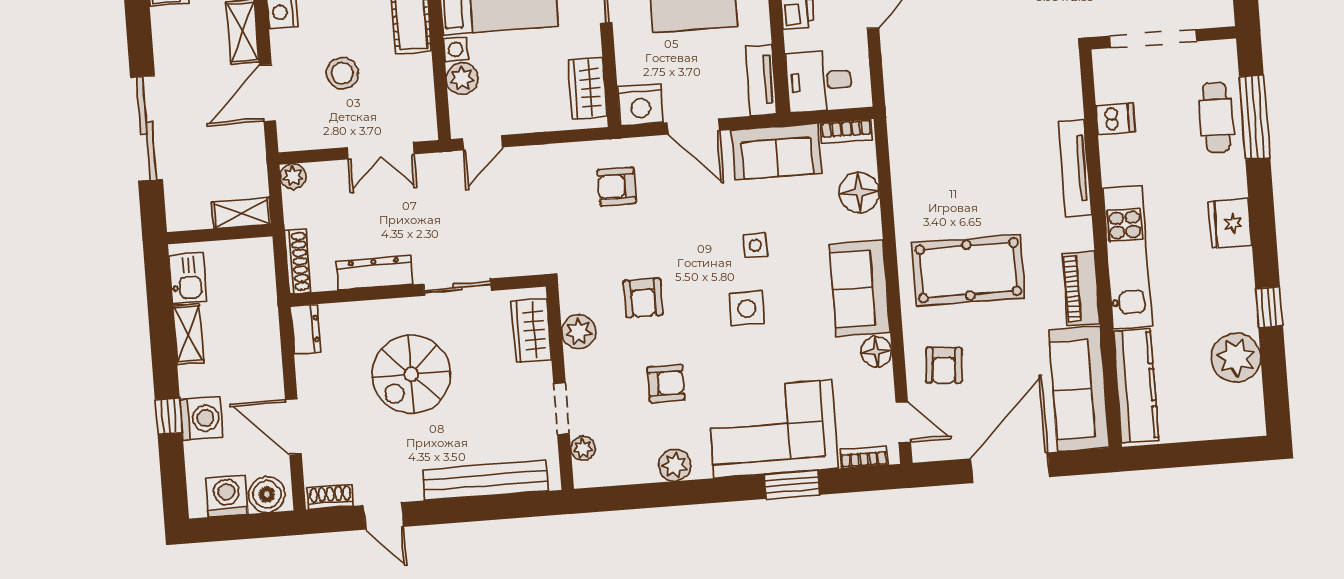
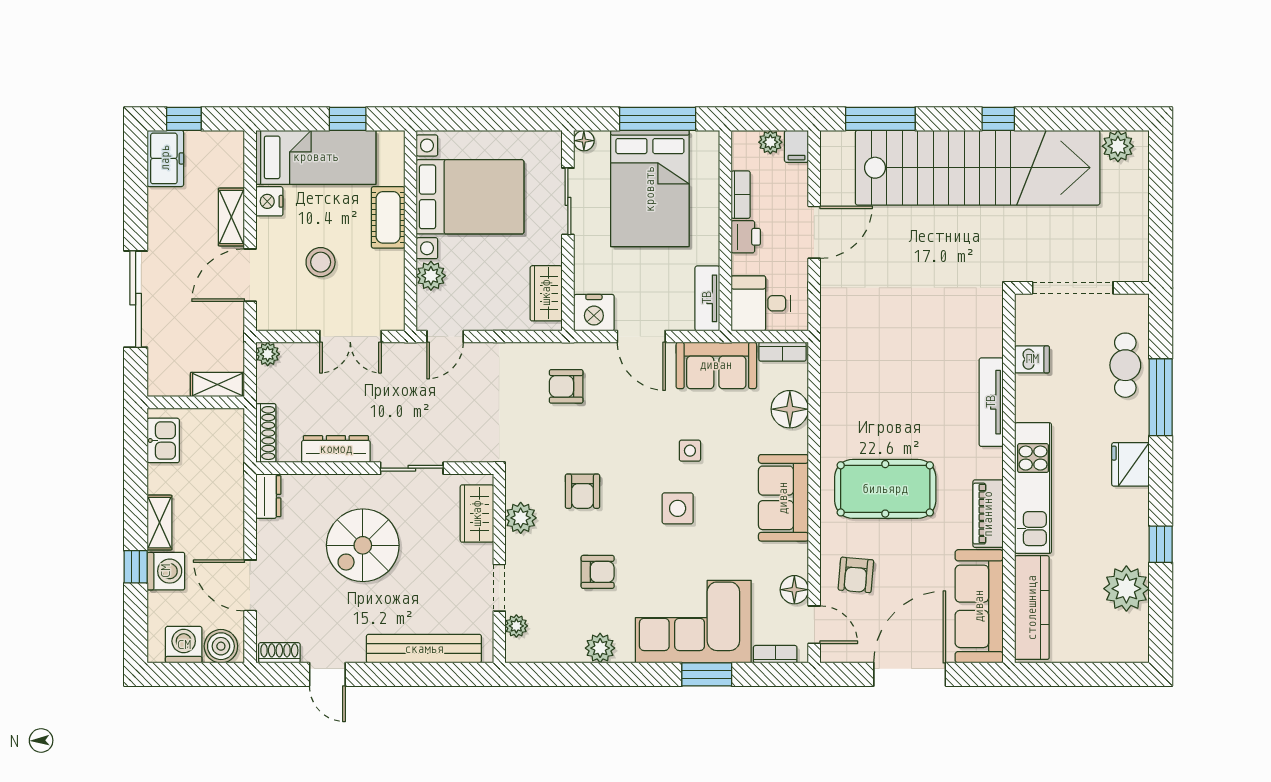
window: (1255, 117) -> (1161, 397), moved
shelving: (188, 334) -> (159, 523), moved
floor lamp: (876, 352) -> (794, 590), moved

